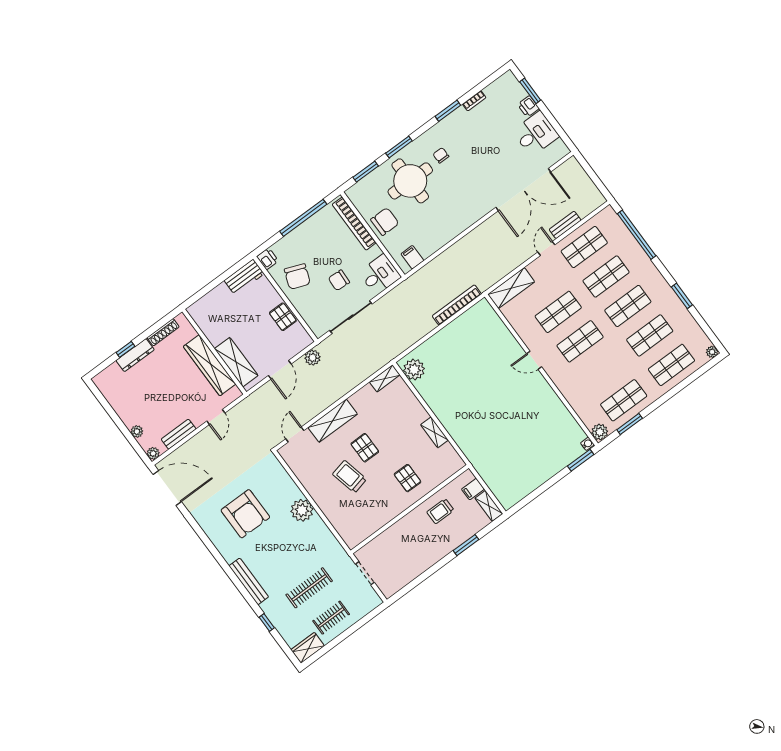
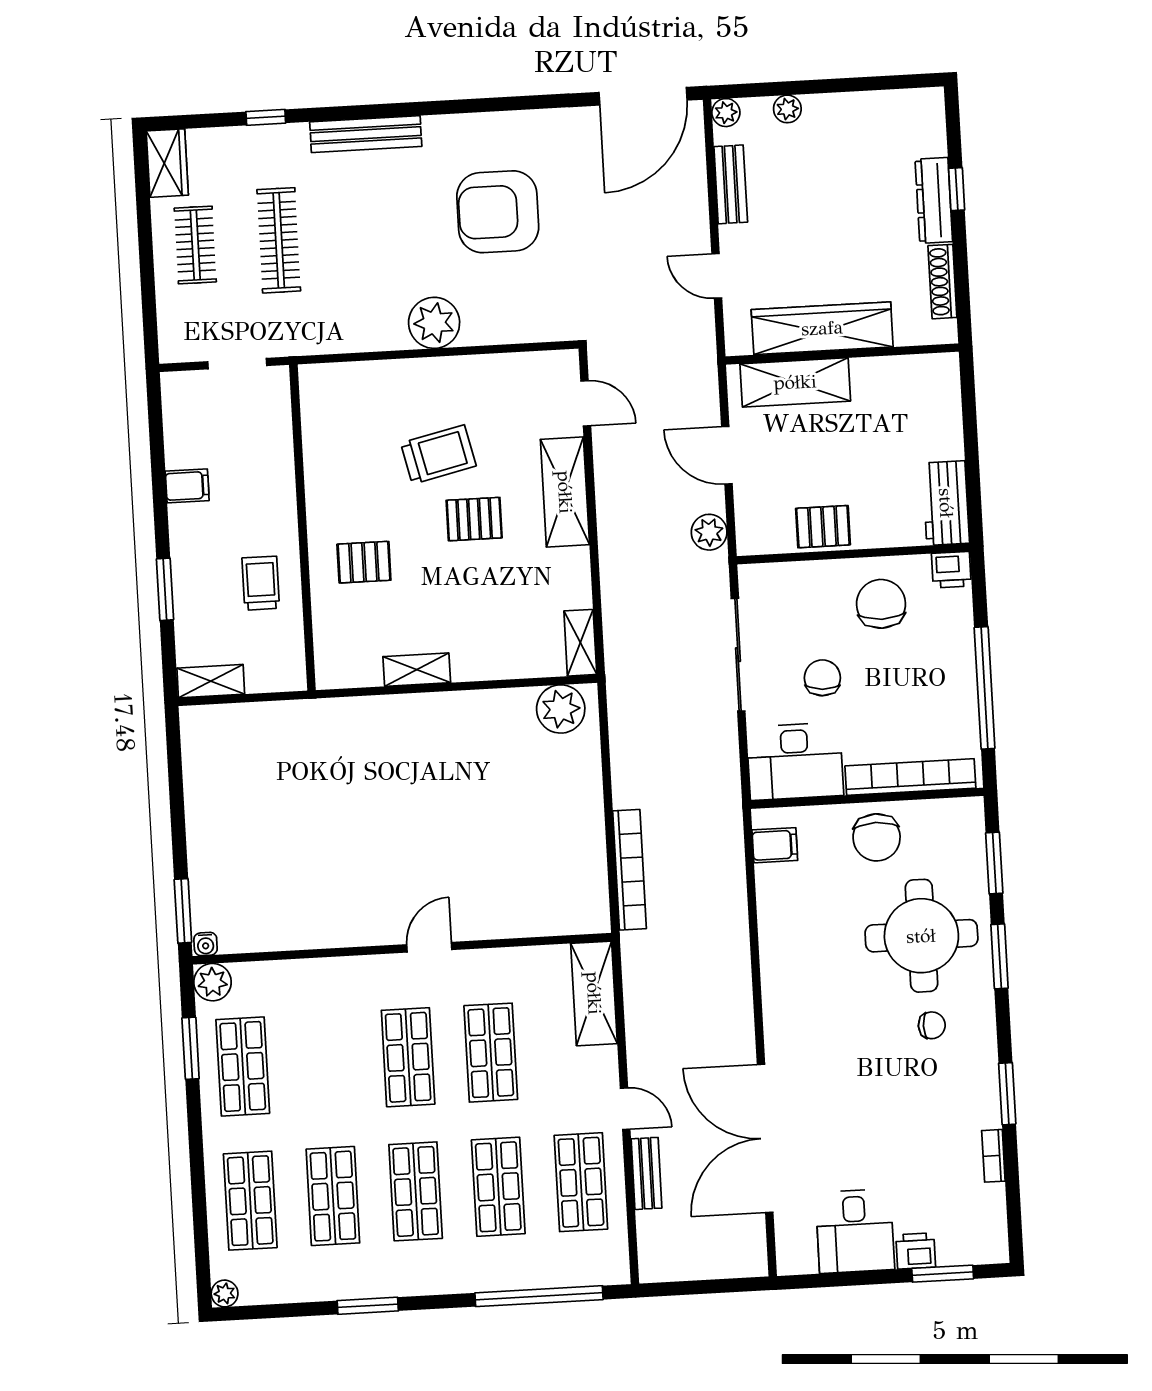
desk: (380, 275) -> (795, 761), width x1.37
chair: (297, 277) -> (881, 604), turned 69
filing cabinet: (473, 489) -> (187, 486), moved, turned 90

